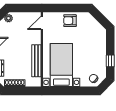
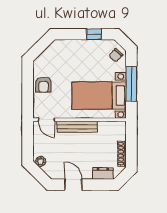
bench: (36, 61) -> (77, 127), moved
window: (71, 91) -> (131, 84), added

